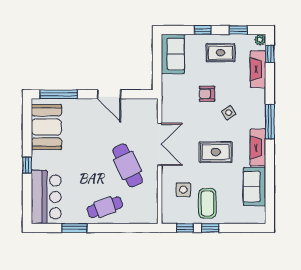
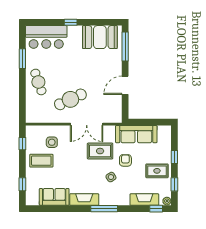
rug: (221, 53) -> (157, 171), turned 90
sofa: (173, 54) -> (136, 134), moved, width x1.36
rug: (216, 152) -> (100, 151), moved, turned 90
window: (210, 228) -> (22, 184), moved

